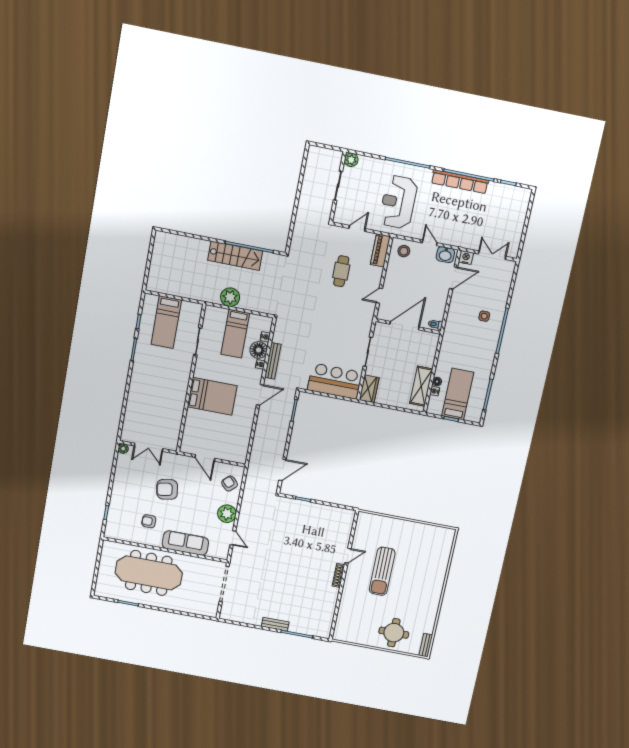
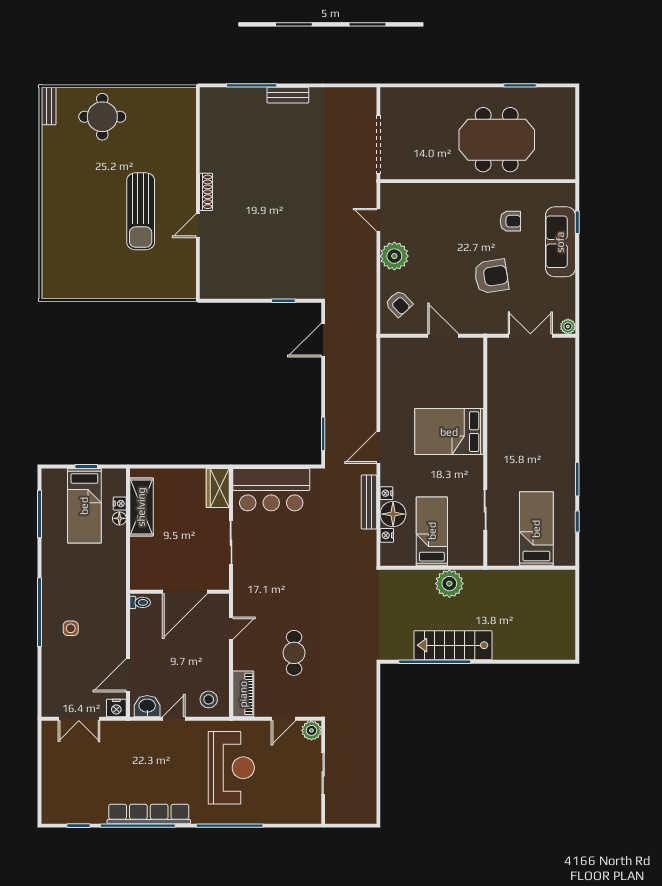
plant: (351, 160) -> (311, 730), moved
door: (430, 243) -> (174, 719), swing flipped
sofa: (185, 543) -> (560, 242), moved, turned 90
sun lounger: (382, 571) -> (141, 211), turned 180
meeting table: (149, 573) -> (497, 140), width x0.73

